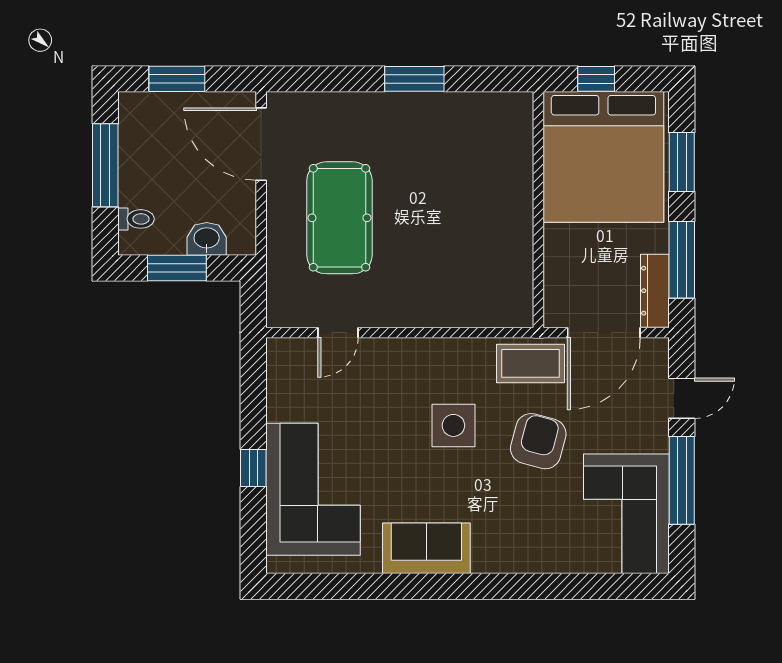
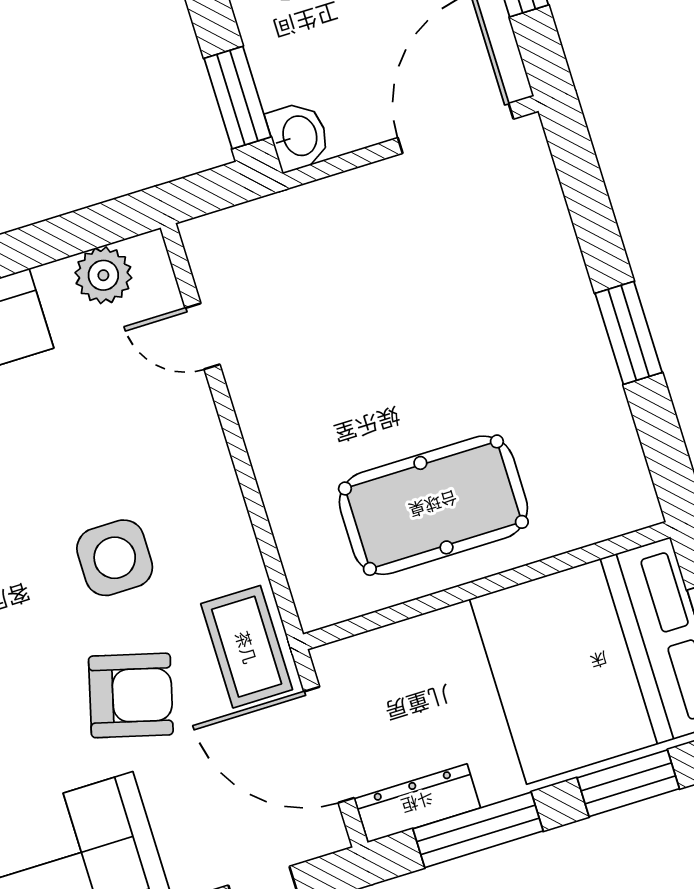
pool table: (339, 218) -> (433, 505), moved
washbasin: (207, 239) -> (298, 136), moved
window: (177, 268) -> (237, 98), moved
plant: (284, 380) -> (103, 275), added

